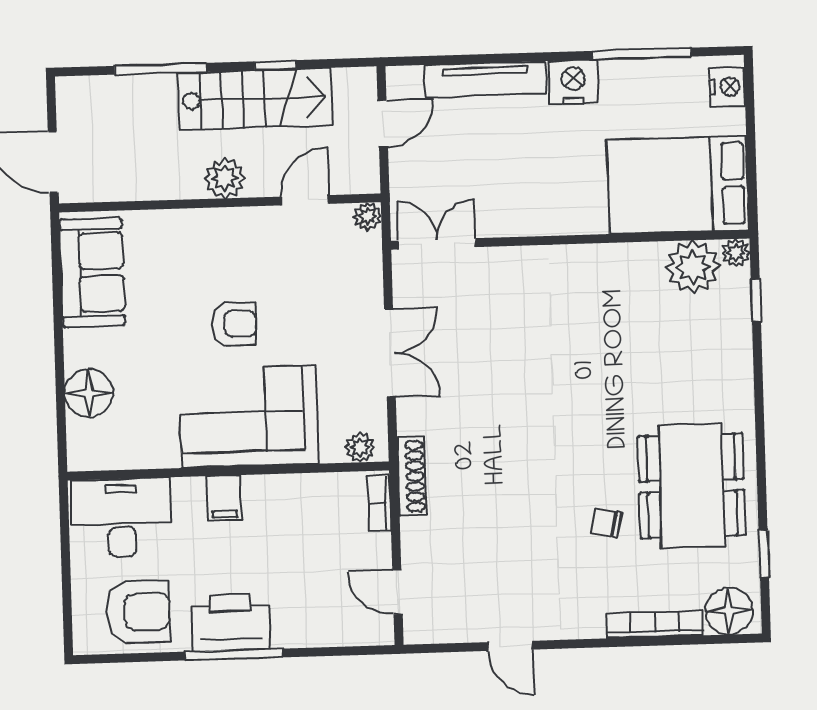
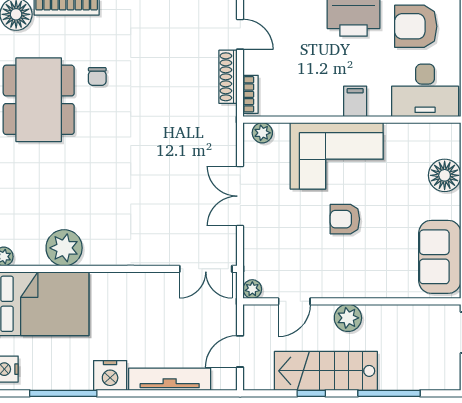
plant: (693, 267) -> (64, 248), moved
shoe rack: (412, 476) -> (228, 77), moved
chair: (606, 523) -> (97, 76), turned 77

